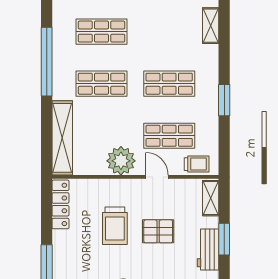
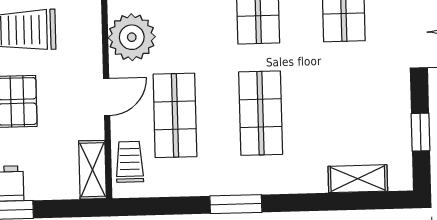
trolley: (197, 164) -> (130, 162), turned 180
shelving: (211, 198) -> (92, 170), moved, turned 90

